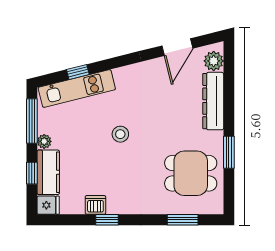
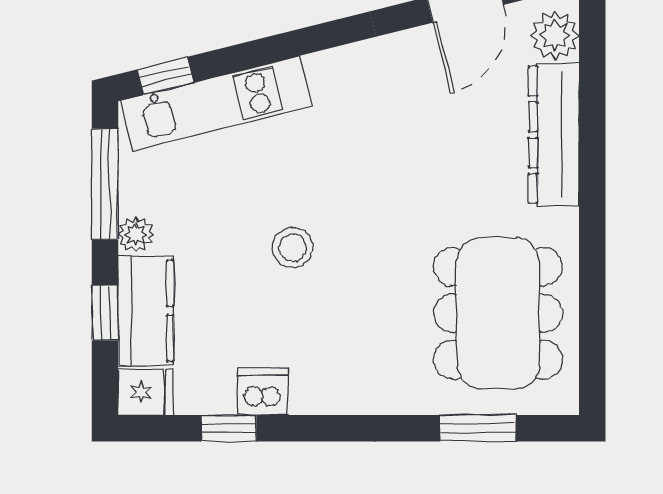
window: (78, 72) -> (165, 76), moved
stool: (120, 134) -> (292, 247), moved
window: (229, 152) -> (592, 261), removed
dining table: (191, 173) -> (498, 313), width x1.38
window: (107, 220) -> (229, 428), moved

